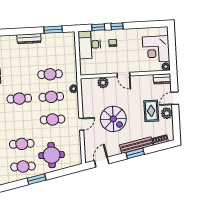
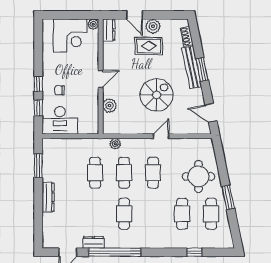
door: (81, 124) -> (161, 136), hinge flipped

